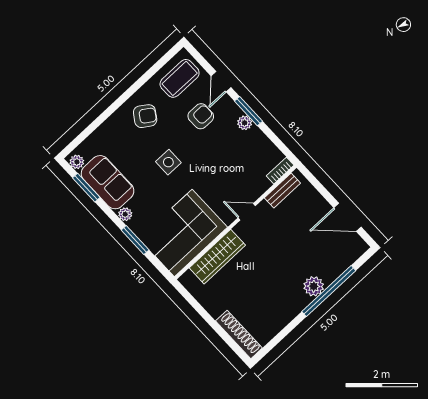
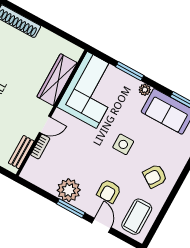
plant: (245, 123) -> (69, 190), width x1.87, depth x1.87
bookcase: (280, 171) -> (40, 147), moved

